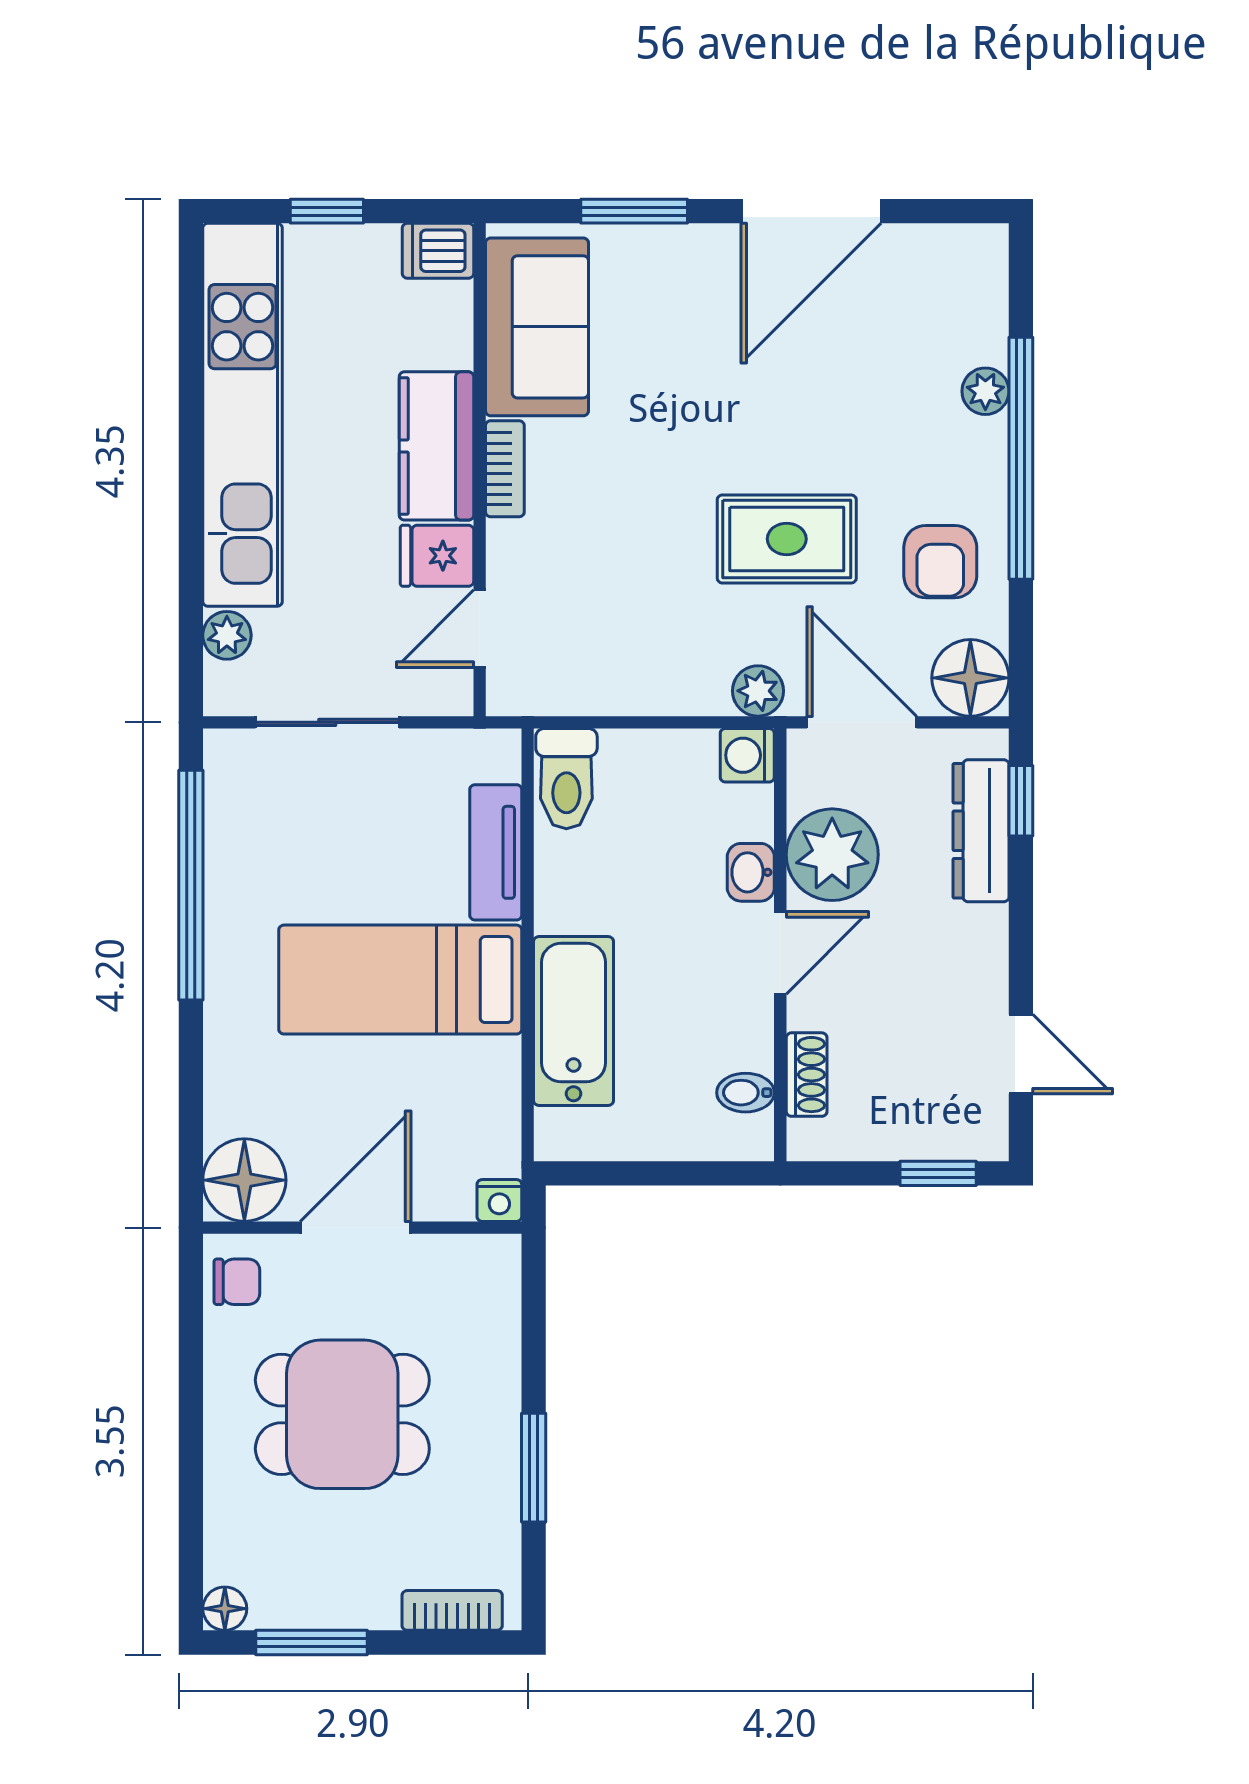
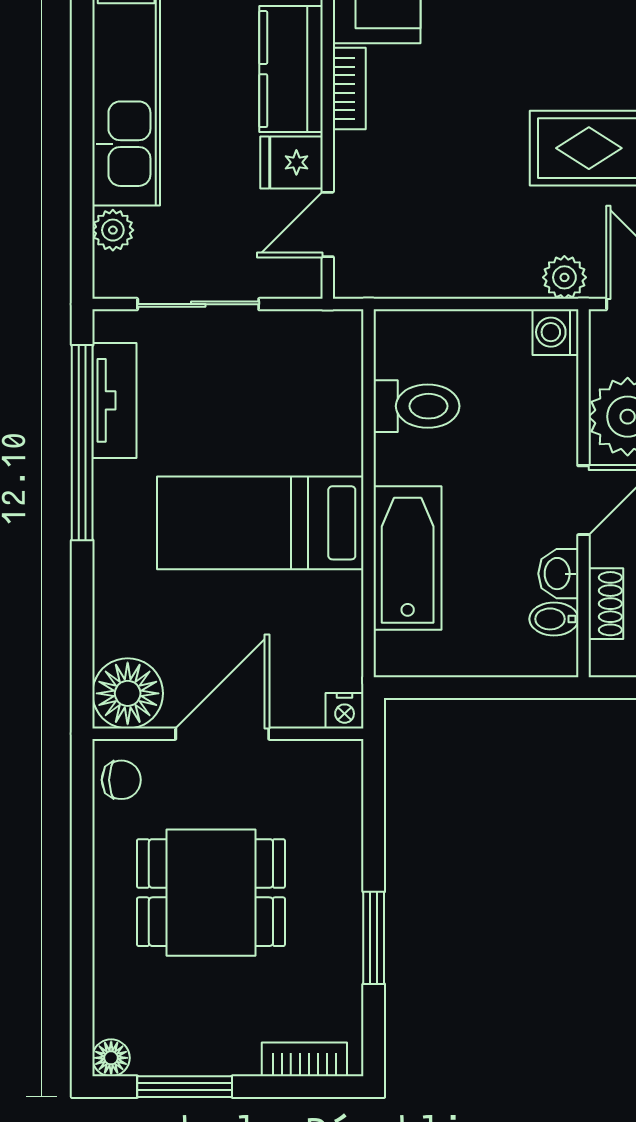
toilet: (566, 779) -> (417, 406), moved, turned -90
tv unit: (496, 852) -> (114, 400), moved, turned 180
washbasin: (751, 872) -> (558, 574), moved

